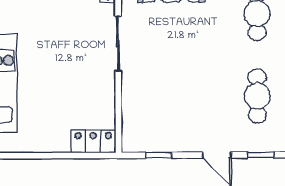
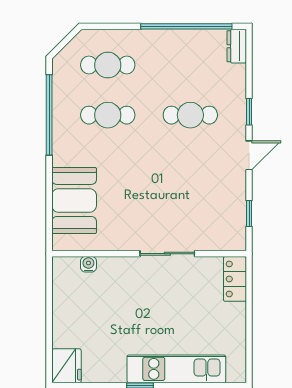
sliding door: (118, 43) -> (167, 254), moved

